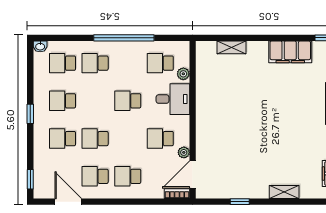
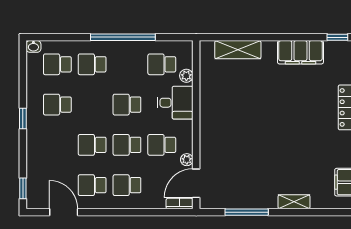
shelving: (232, 47) -> (238, 50), width x1.50, depth x1.33
school desk: (63, 139) -> (127, 145), moved
window: (240, 202) -> (247, 212), width x2.17

